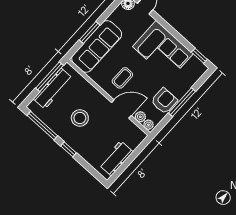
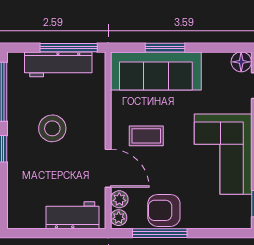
armchair: (164, 101) -> (164, 210), turned 180
window: (182, 102) -> (160, 233), moved
workbench: (116, 158) -> (73, 215), moved

